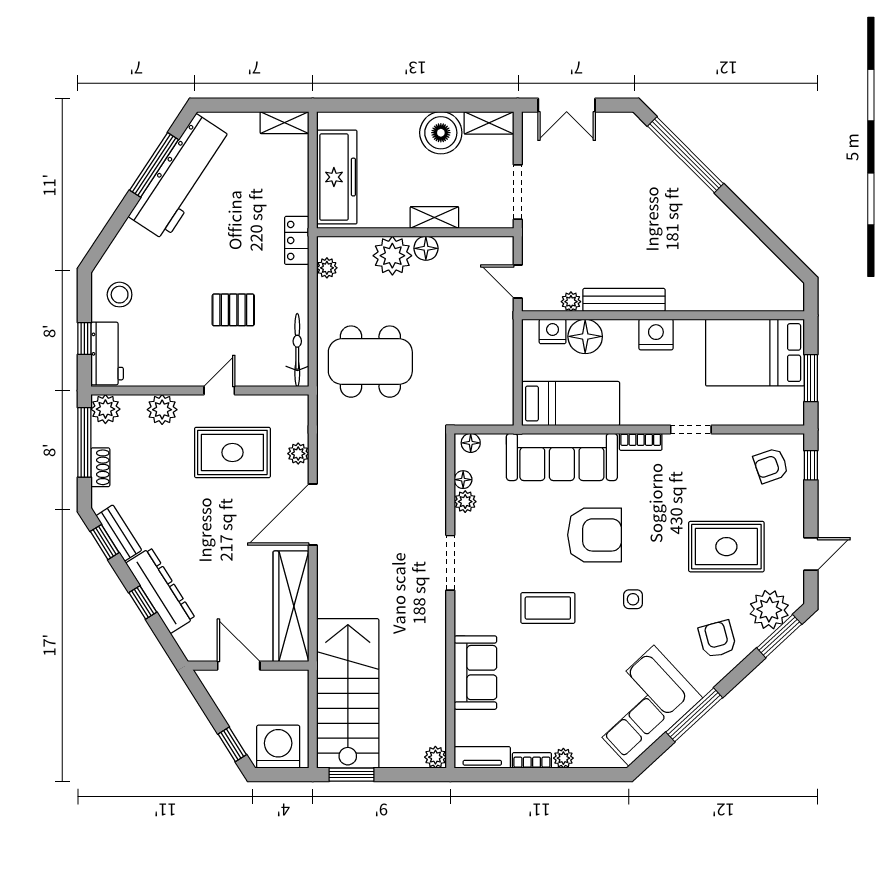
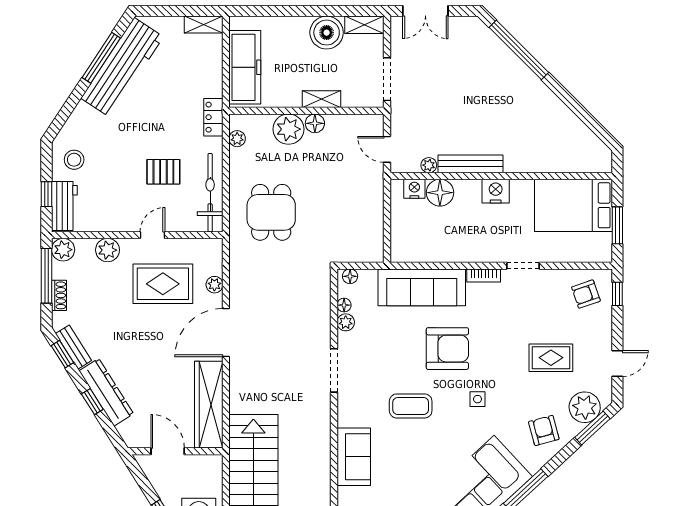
bicycle: (297, 350) -> (210, 193), width x1.37, depth x1.40
dining table: (370, 362) -> (271, 212), width x0.73
bed: (571, 404) -> (429, 245), removed
rug: (726, 547) -> (551, 358), width x0.73, depth x0.70

